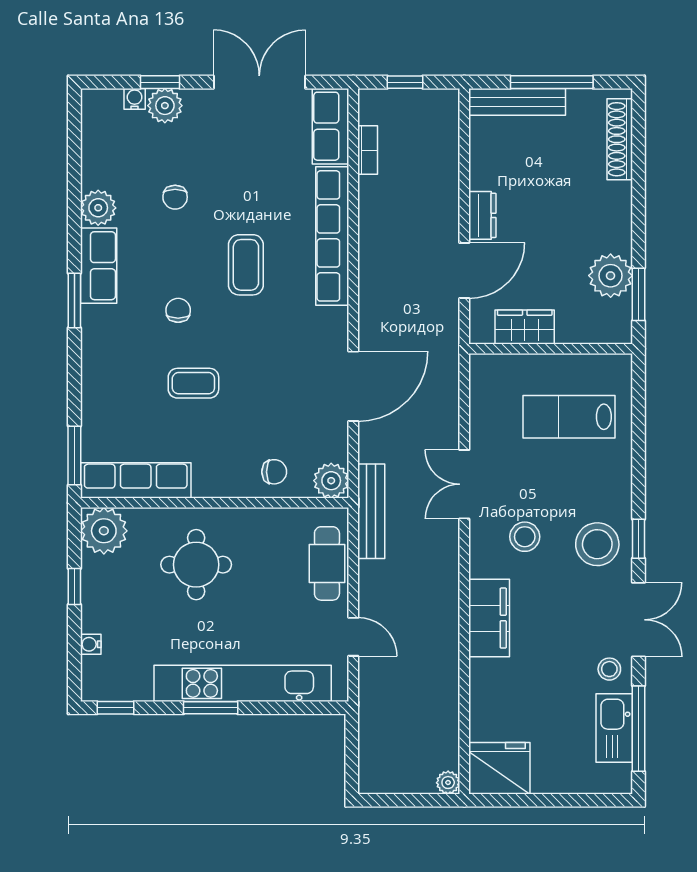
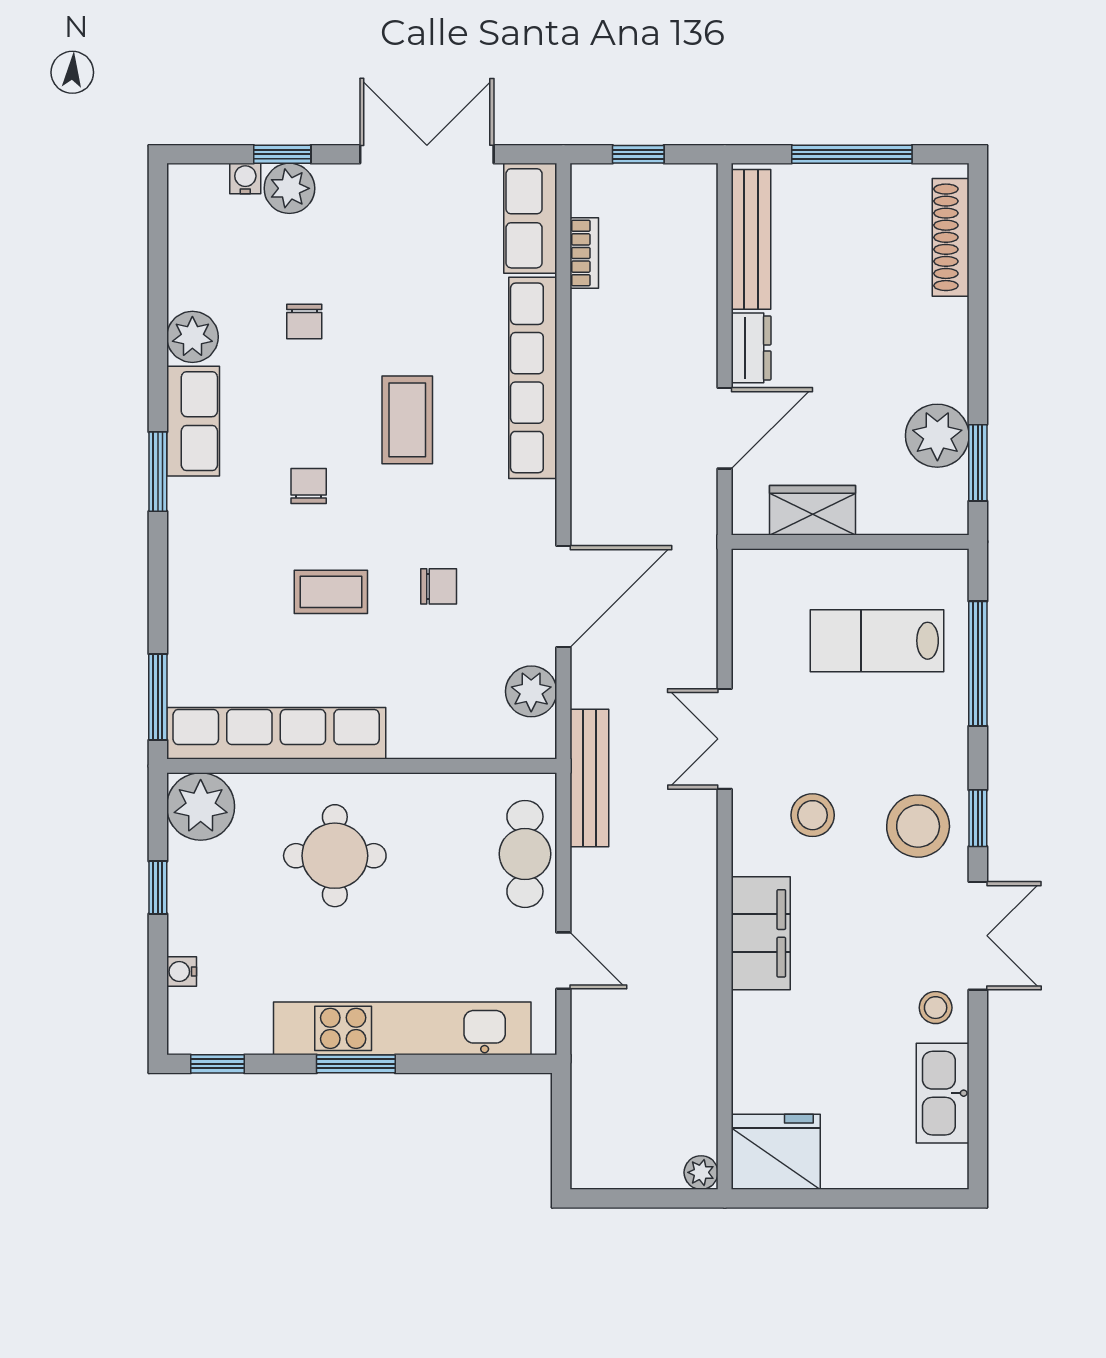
bench: (517, 102) -> (751, 239), moved, turned 90
chair: (274, 472) -> (439, 586), moved
row of seats: (136, 480) -> (276, 733), width x1.36
plant: (331, 481) -> (531, 691), moved
window: (638, 729) -> (978, 664), moved

